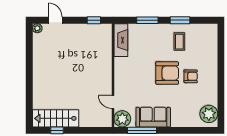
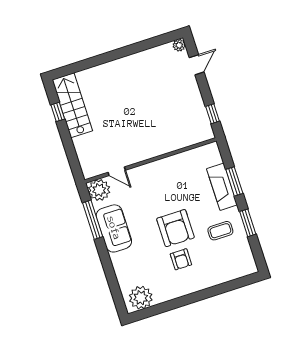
fireplace: (121, 40) -> (222, 187), moved, turned 90
door: (113, 102) -> (117, 171), swing flipped

